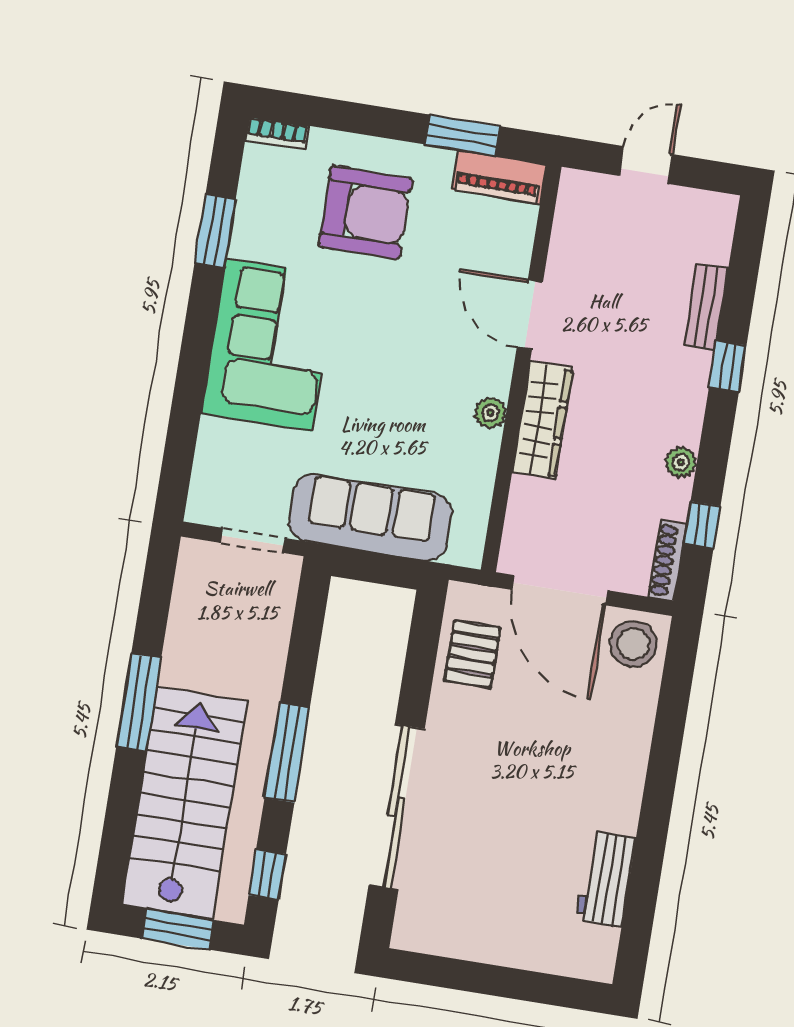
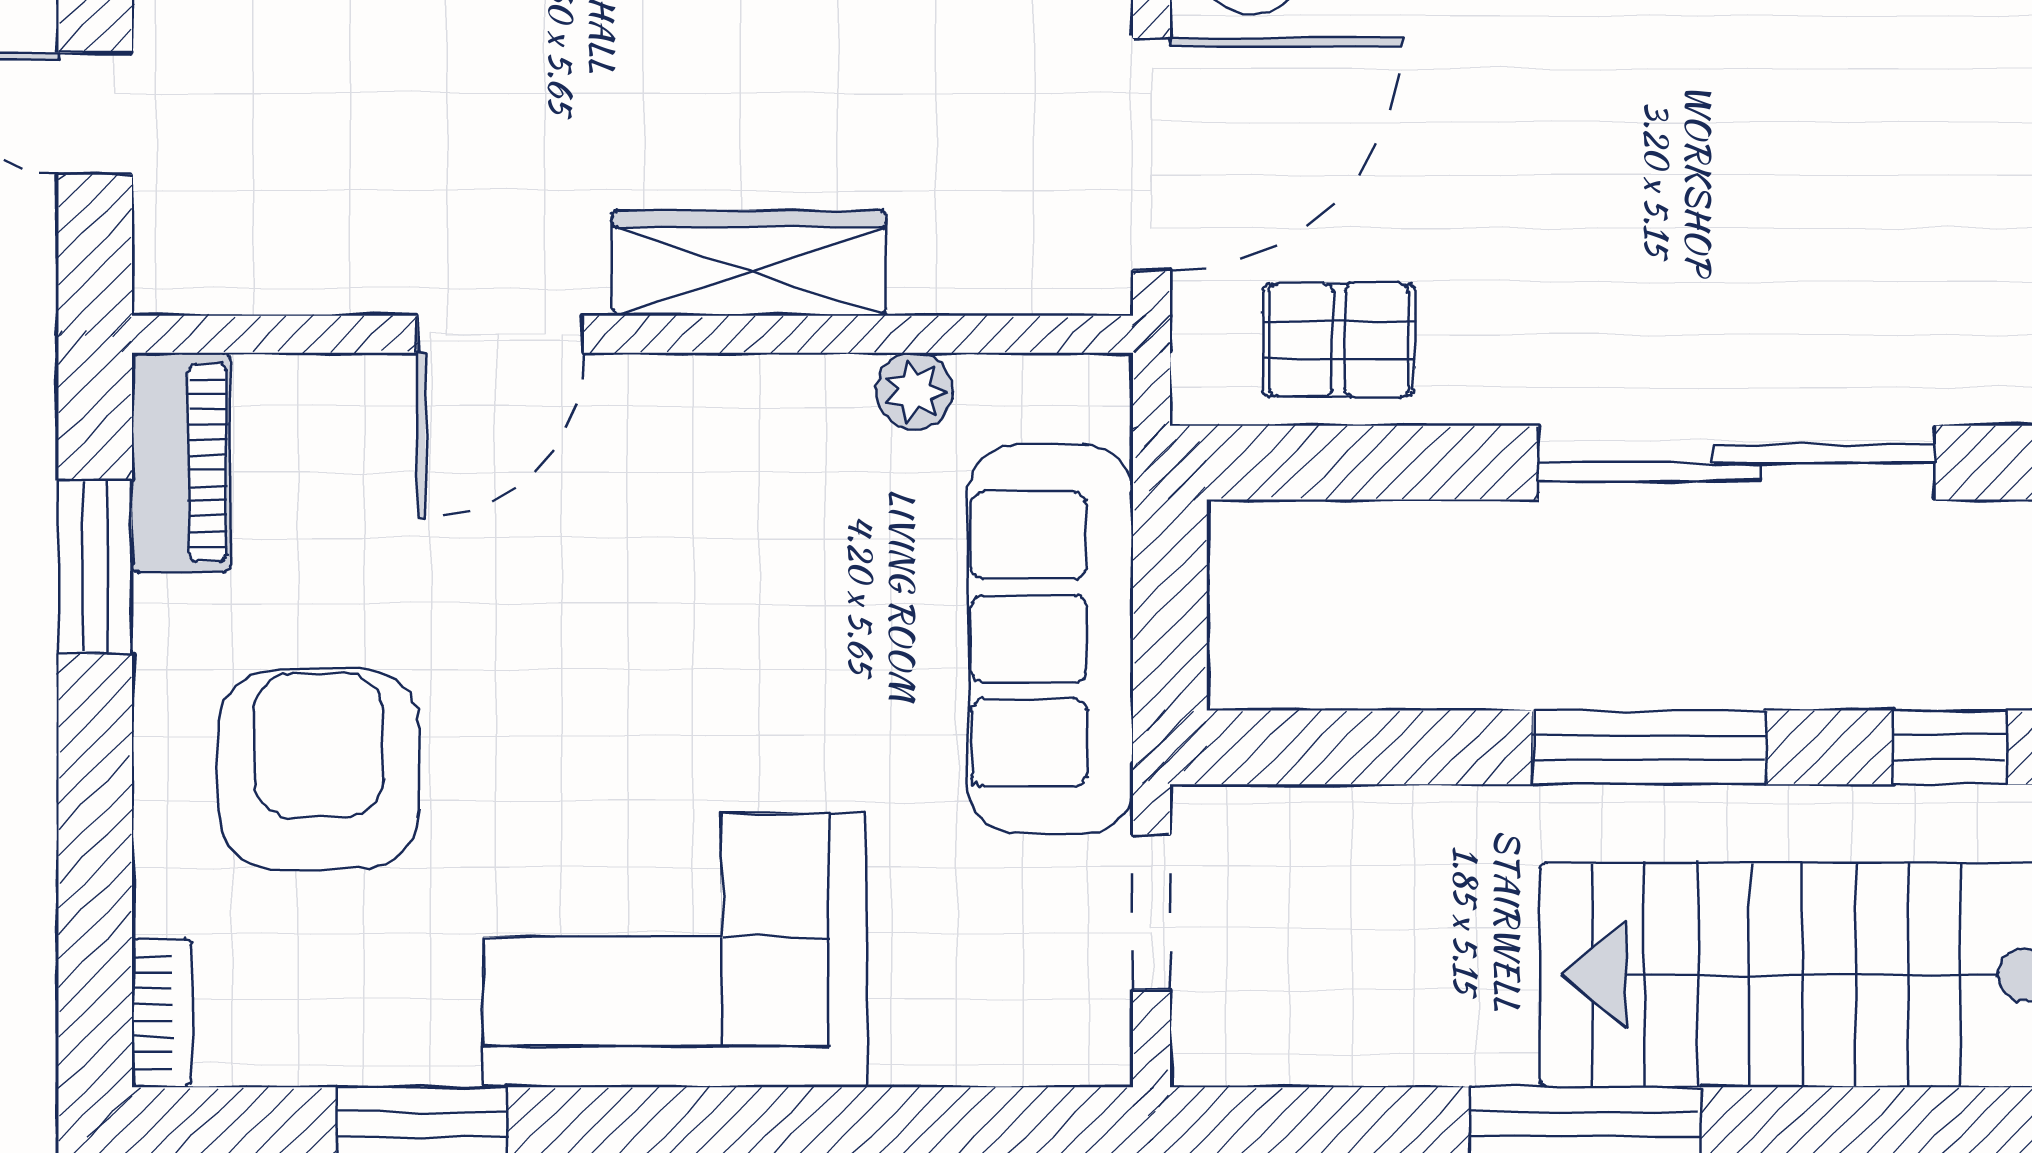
plant: (490, 413) -> (915, 391), moved

